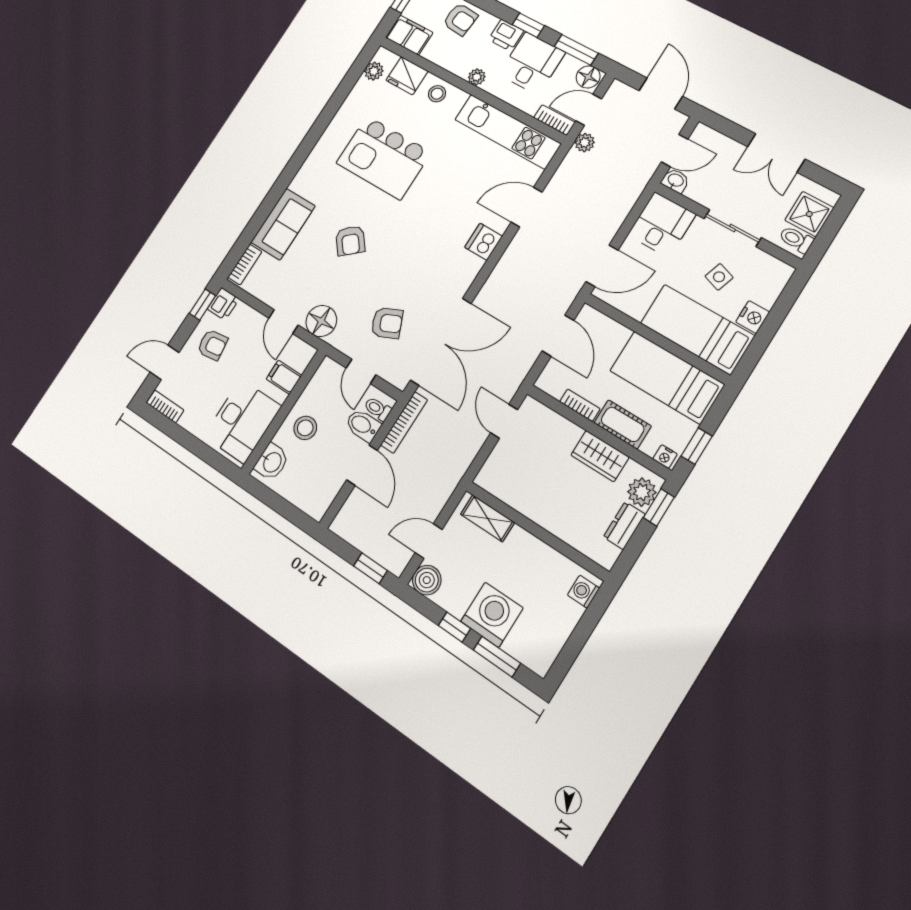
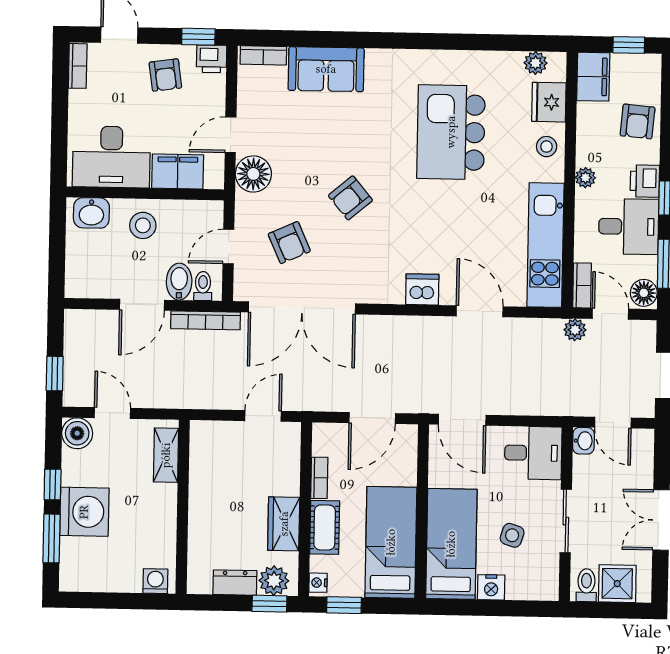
armchair: (350, 241) -> (350, 198), moved
filing cabinet: (284, 377) -> (178, 171), width x2.00

